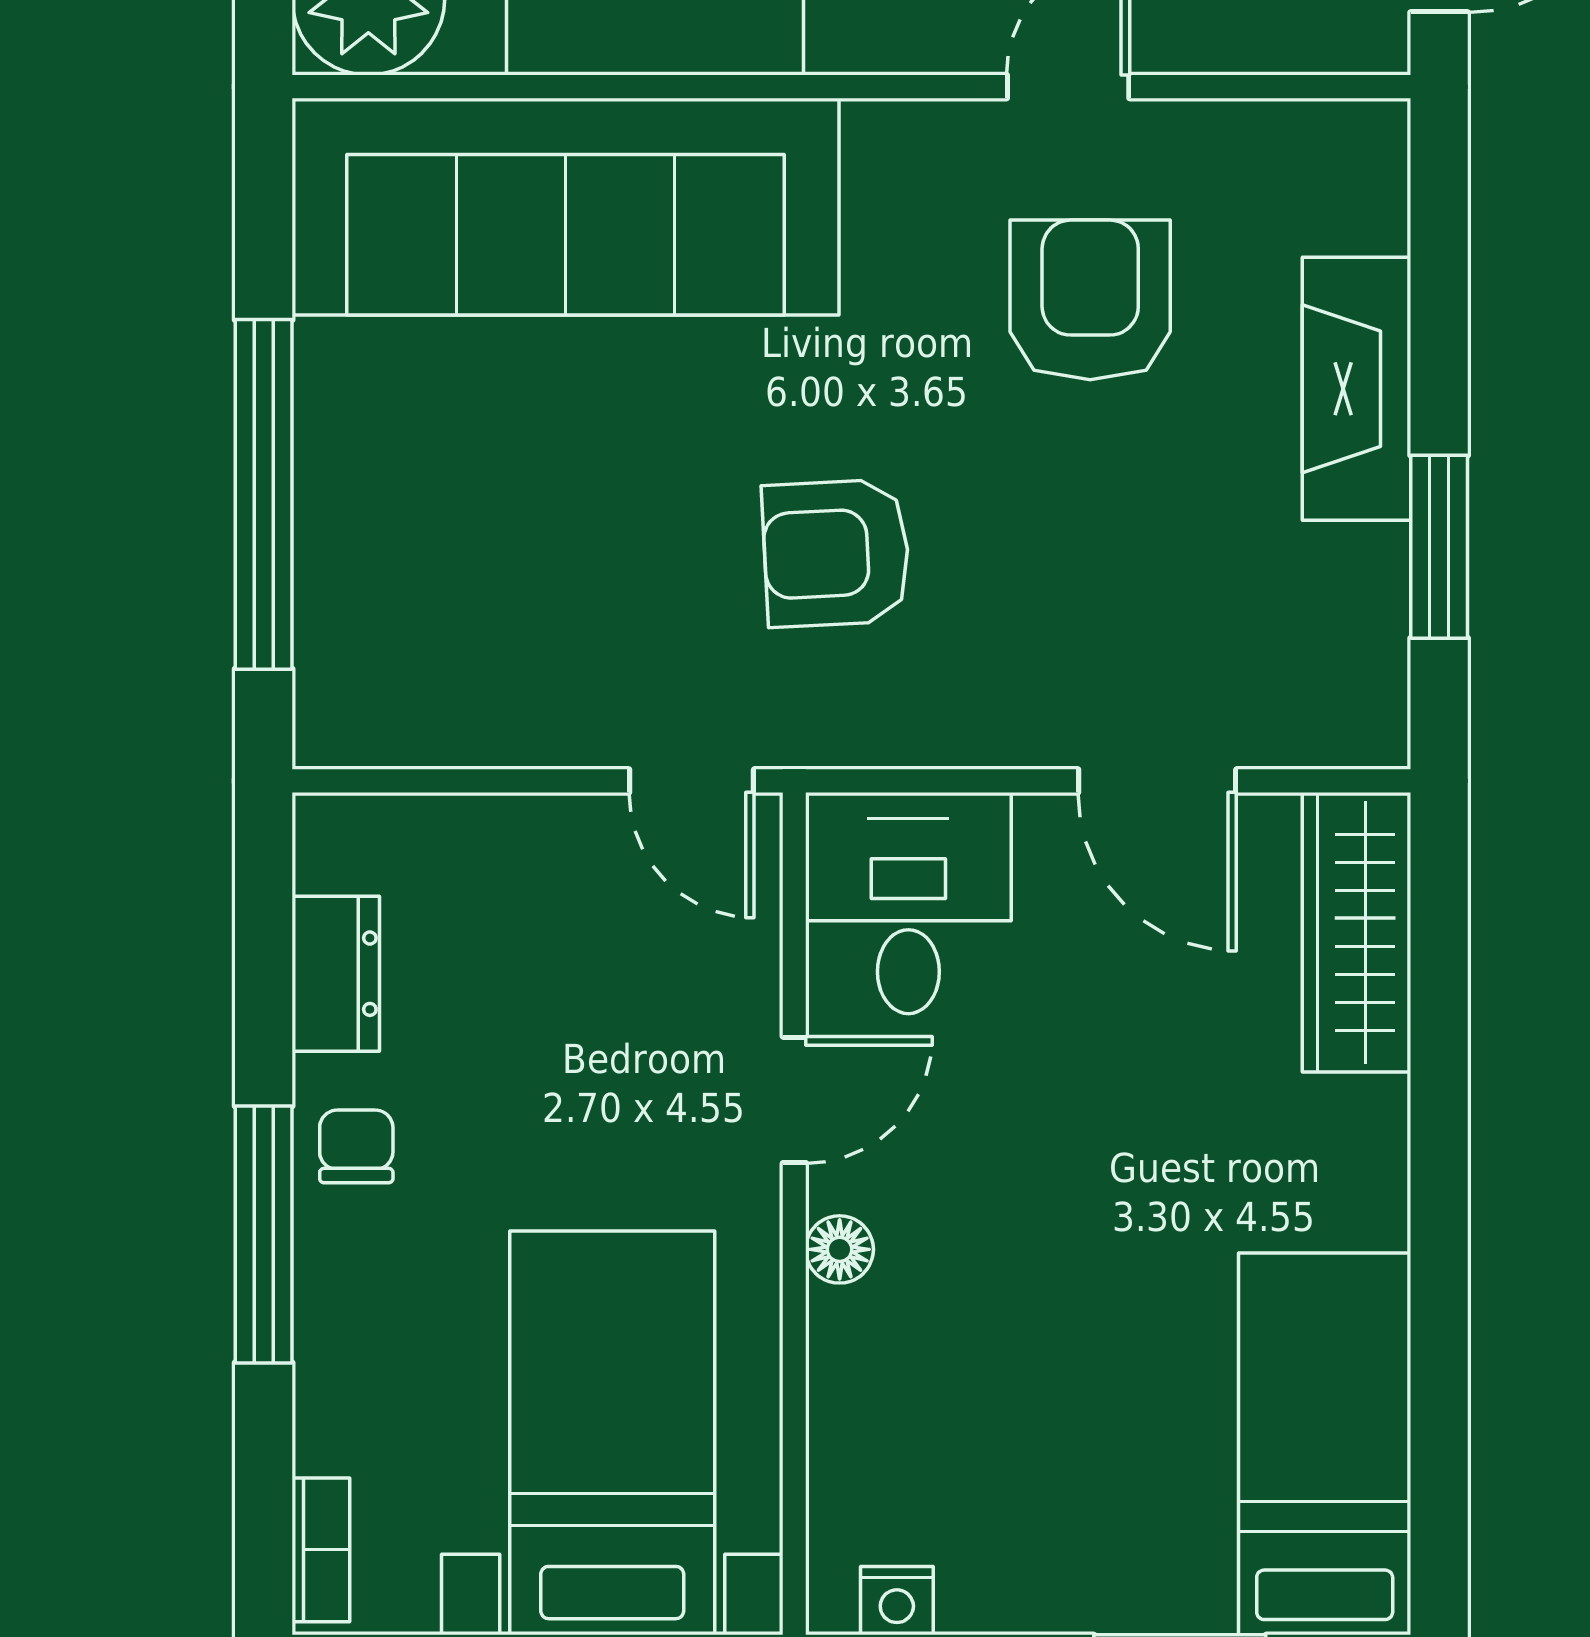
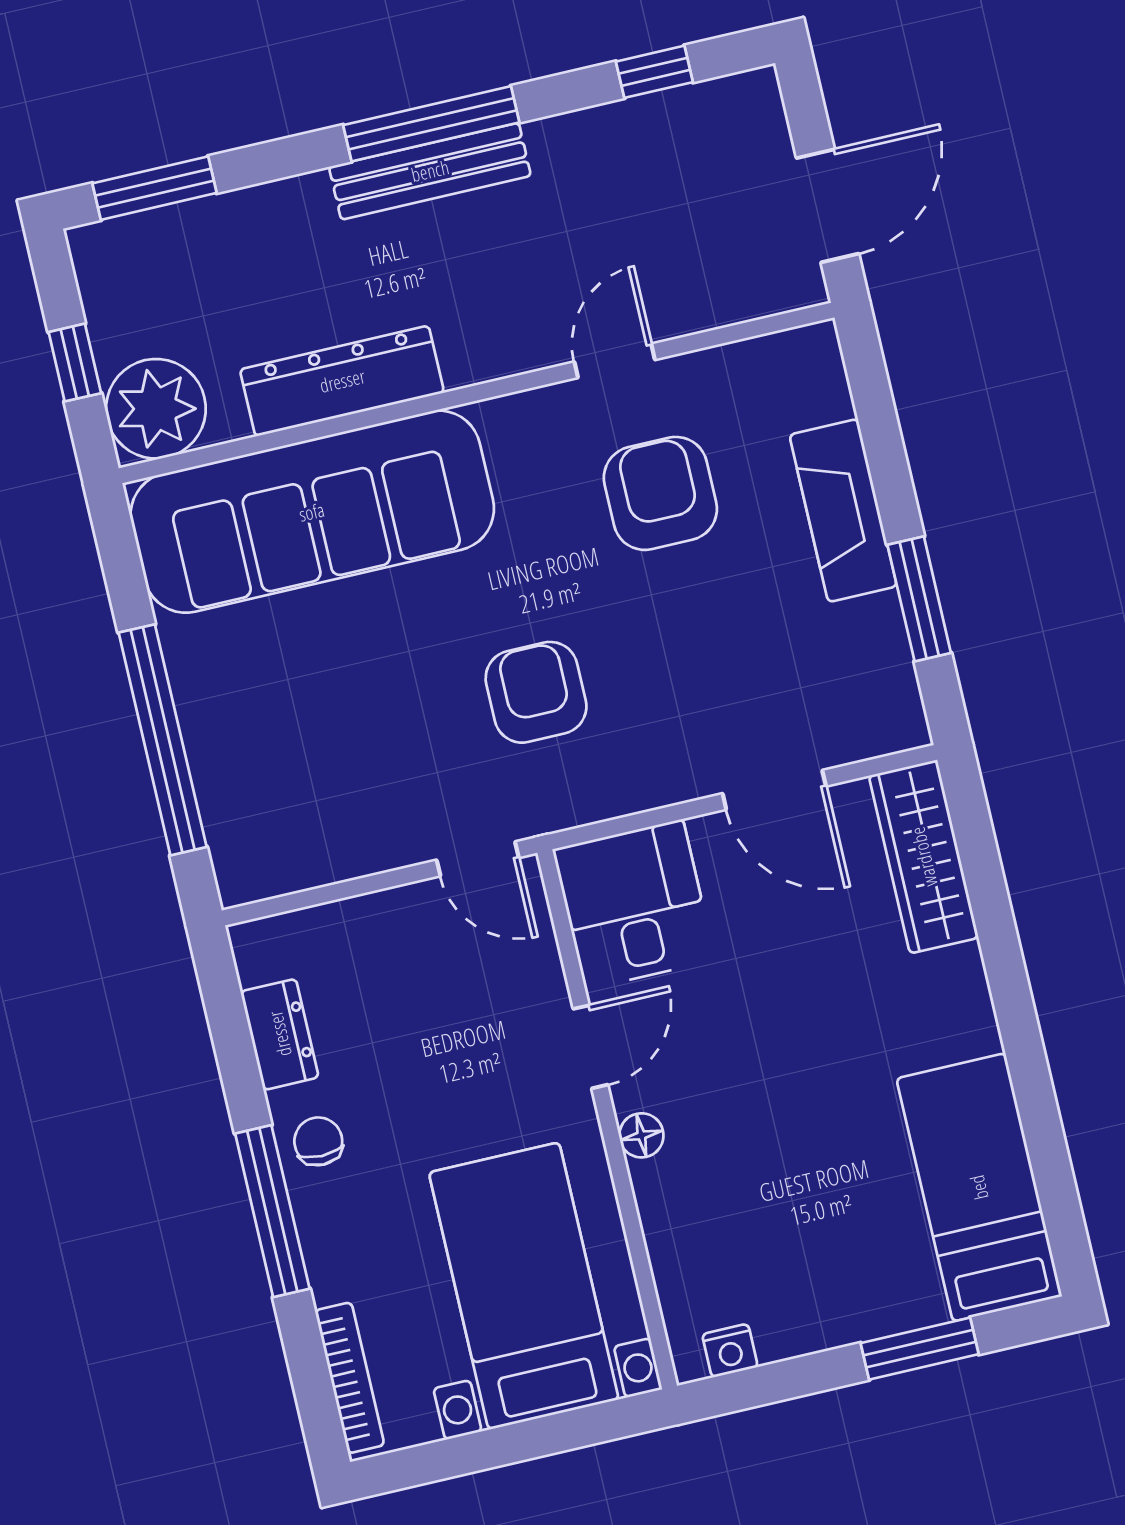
armchair: (836, 553) -> (536, 692), turned 93
bookcase: (321, 1550) -> (350, 1378), width x1.56

